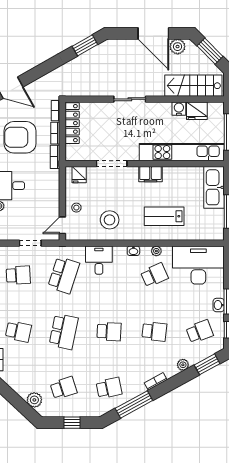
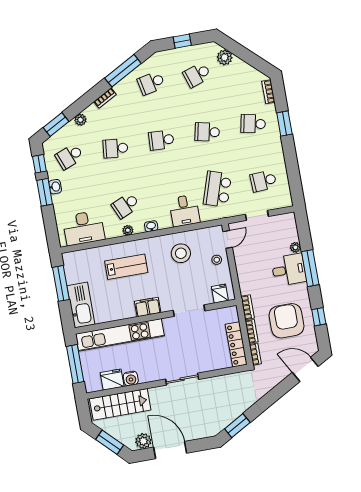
armchair: (20, 137) -> (286, 321), turned -90
desk: (198, 265) -> (84, 228), width x0.73, depth x0.77
school desk: (64, 331) -> (207, 132), width x0.54

